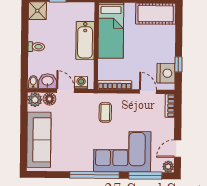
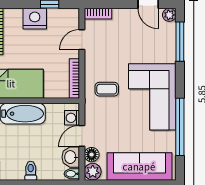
nightstand: (166, 73) -> (35, 19), moved
corner sofa: (122, 152) -> (152, 97), moved
window: (95, 175) -> (180, 127), moved

